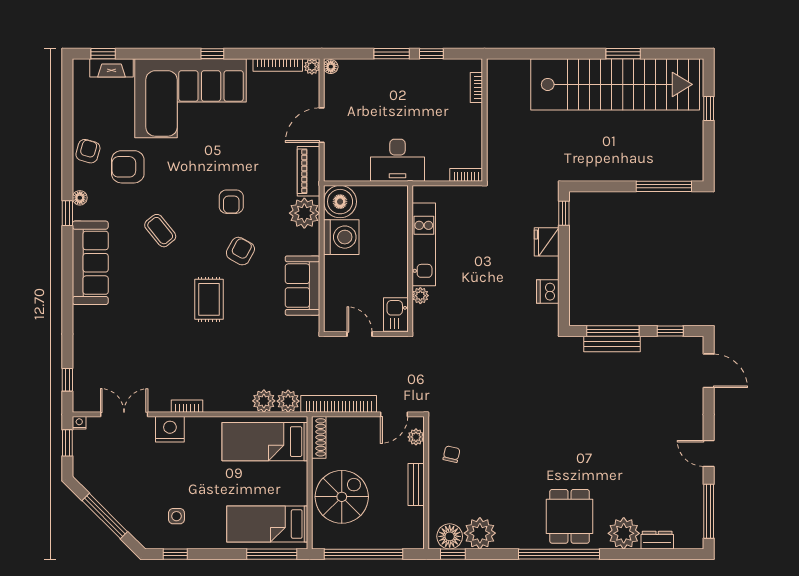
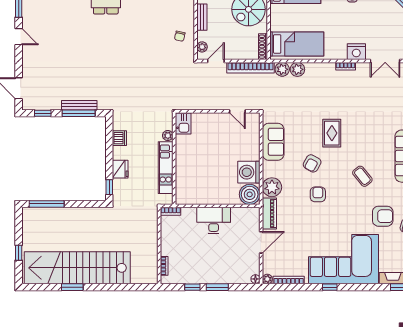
kitchen unit: (424, 244) -> (166, 168), moved
wall: (410, 259) -> (174, 159), moved
plant: (420, 296) -> (168, 135), moved
kitchen sink: (396, 315) -> (183, 124), moved

